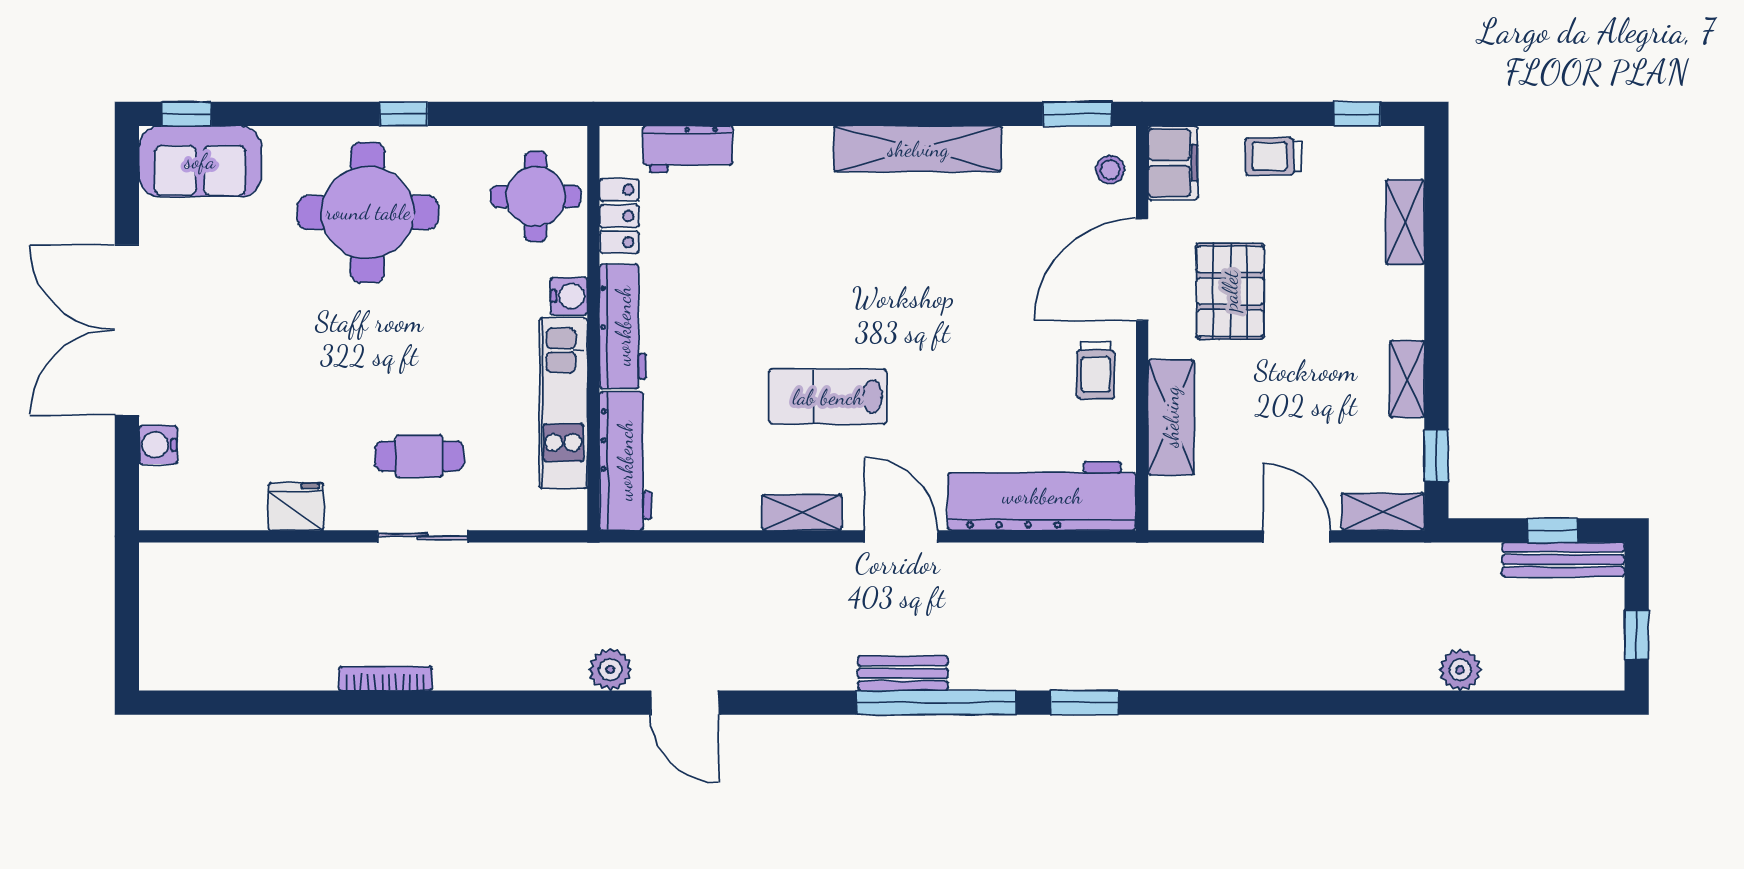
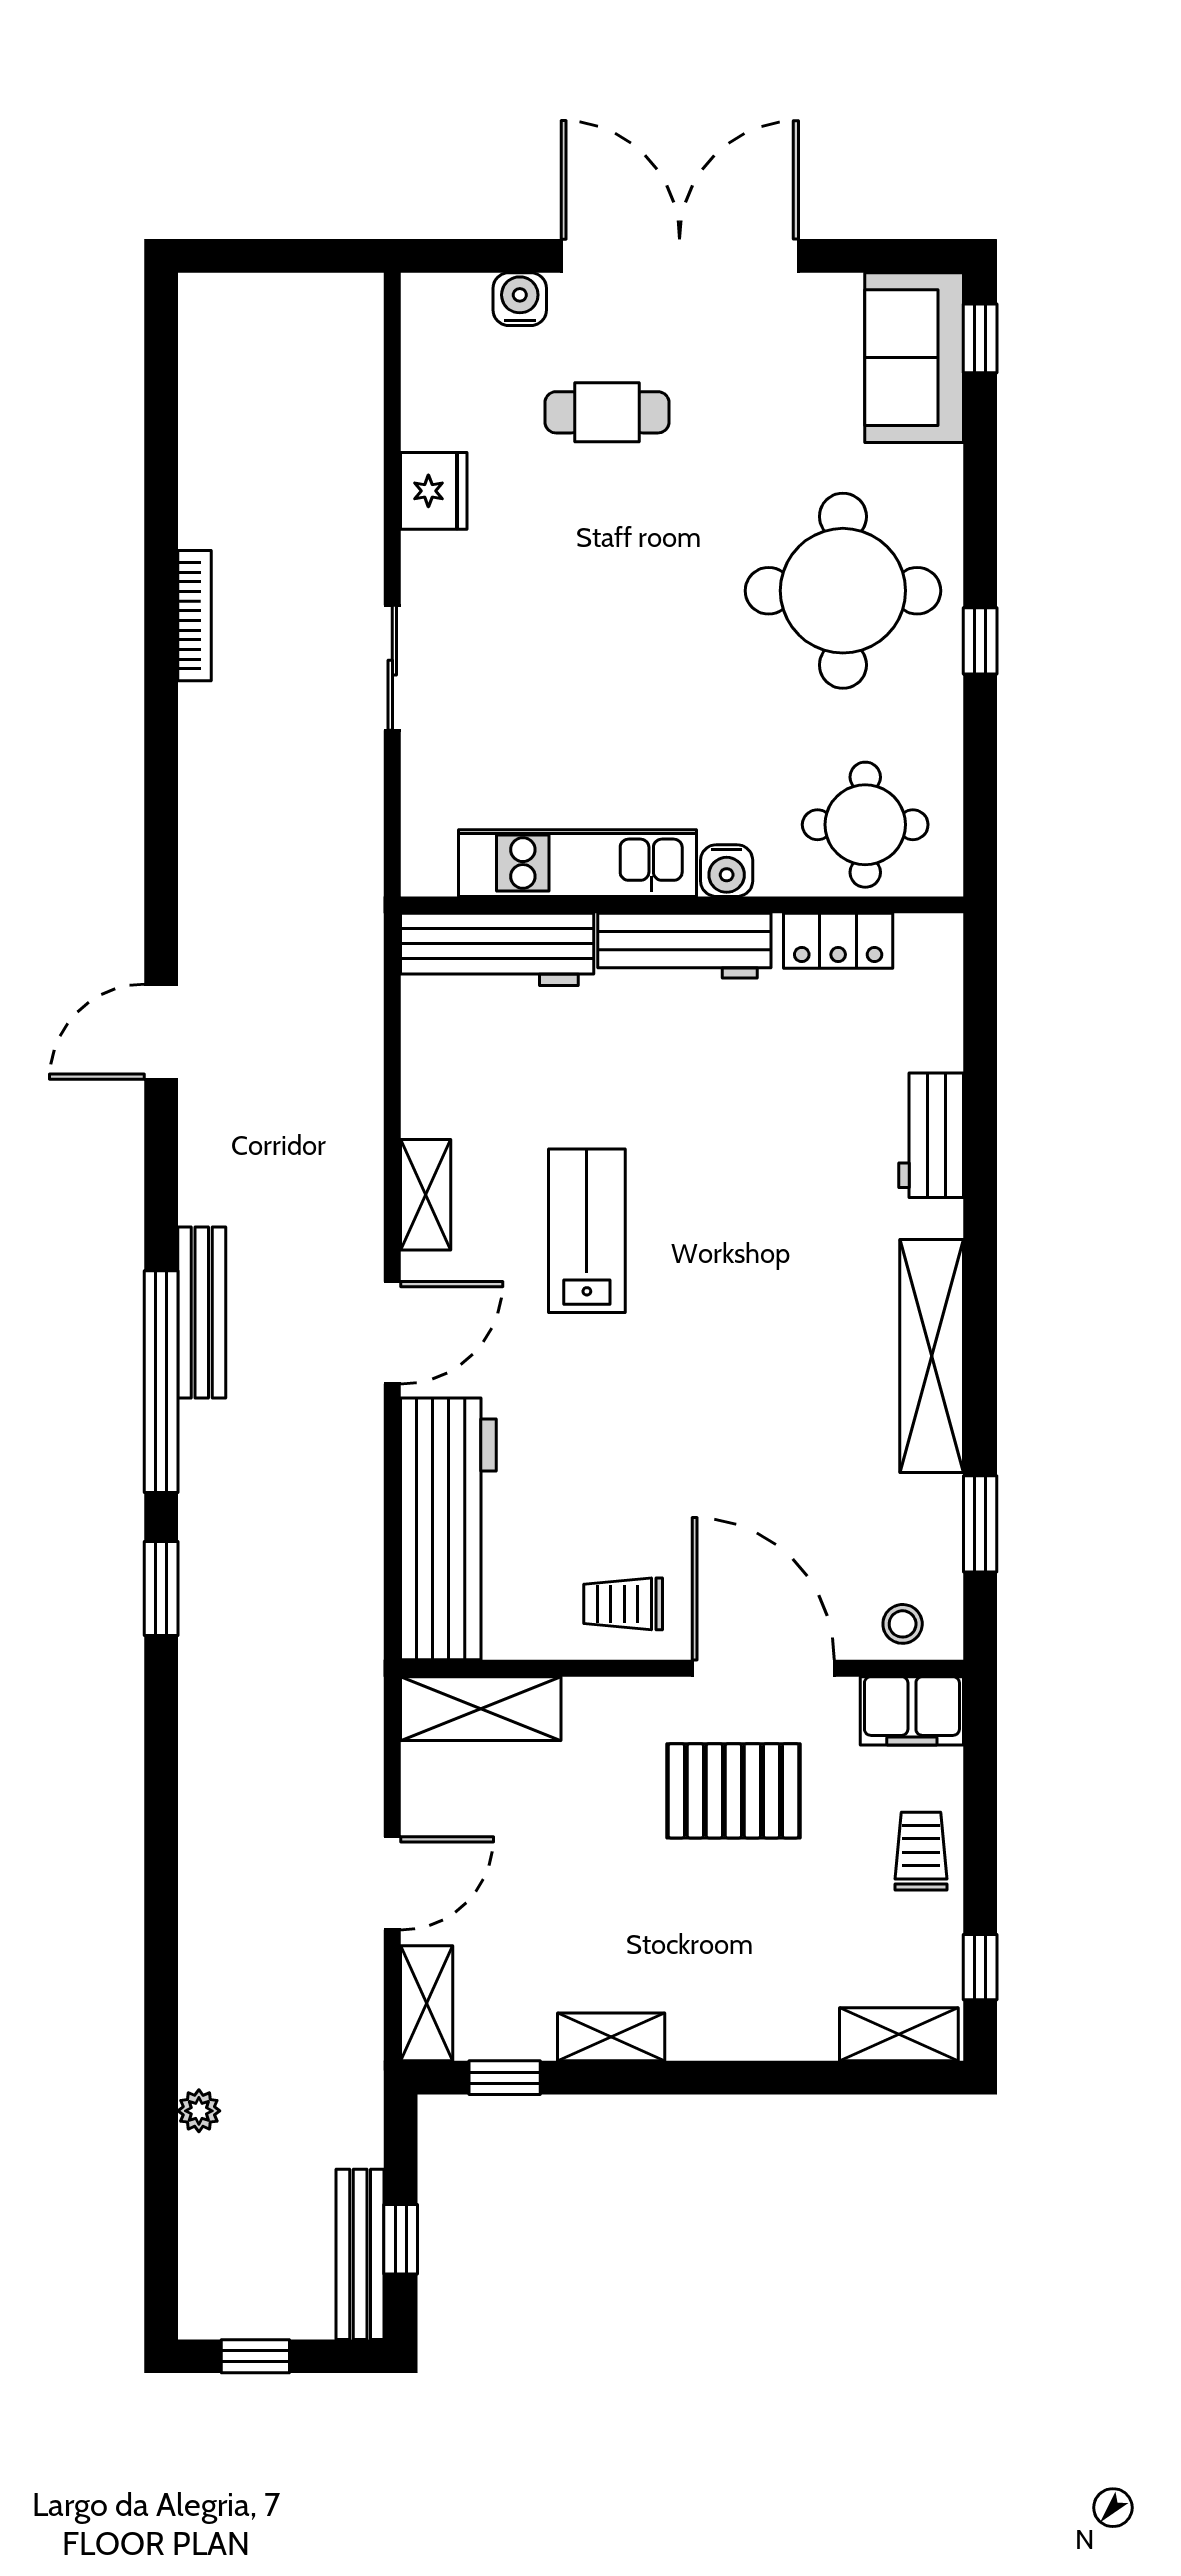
window: (1077, 114) -> (980, 1524), moved
workbench: (688, 149) -> (931, 1135), moved
shelving: (1405, 222) -> (899, 2034), moved
shelving: (1171, 417) -> (481, 1709), moved
cafe table: (419, 456) -> (607, 412), moved, turned 90
plant: (610, 669) -> (207, 928), removed
plant: (1460, 670) -> (199, 2111), width x0.73, depth x0.73
bench: (903, 673) -> (202, 1313), width x1.36

